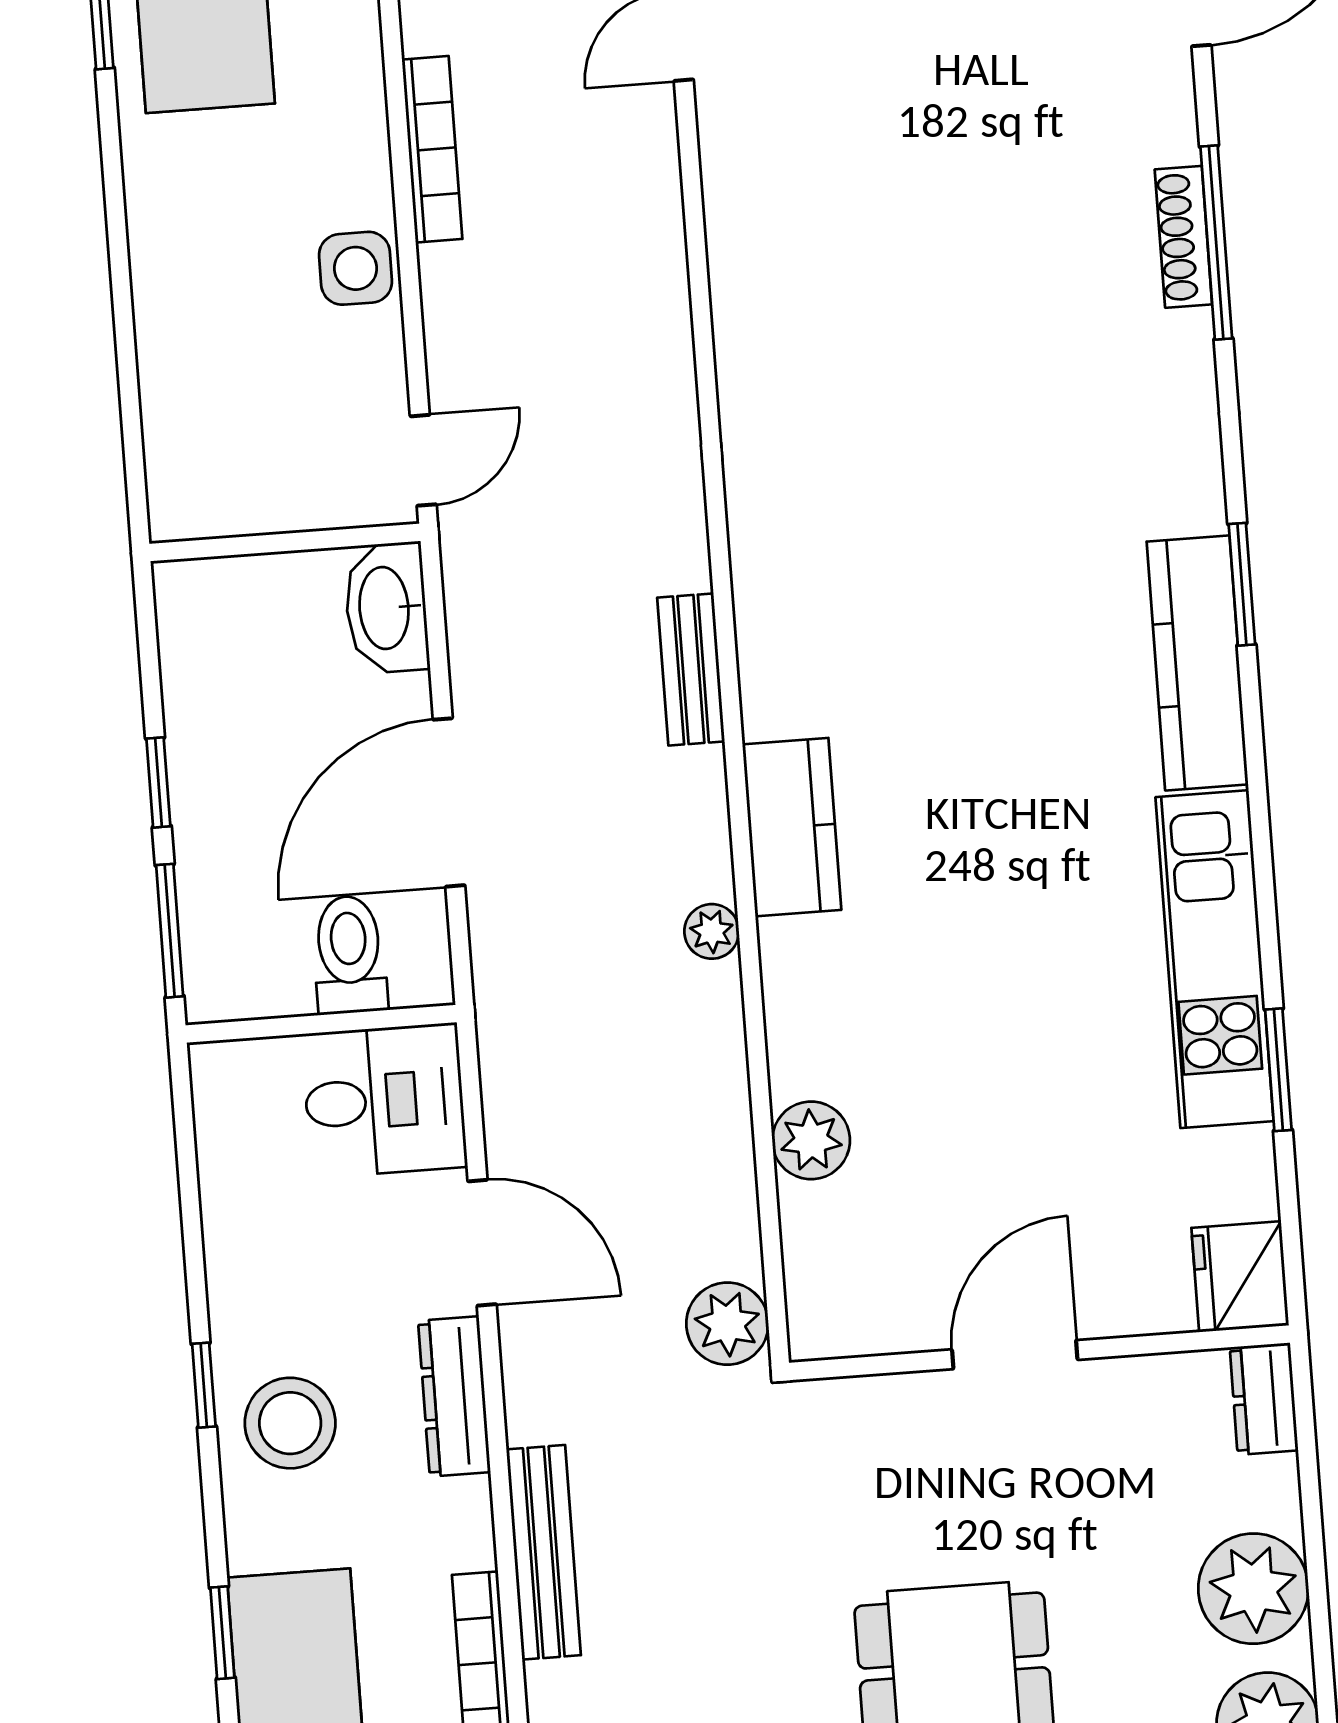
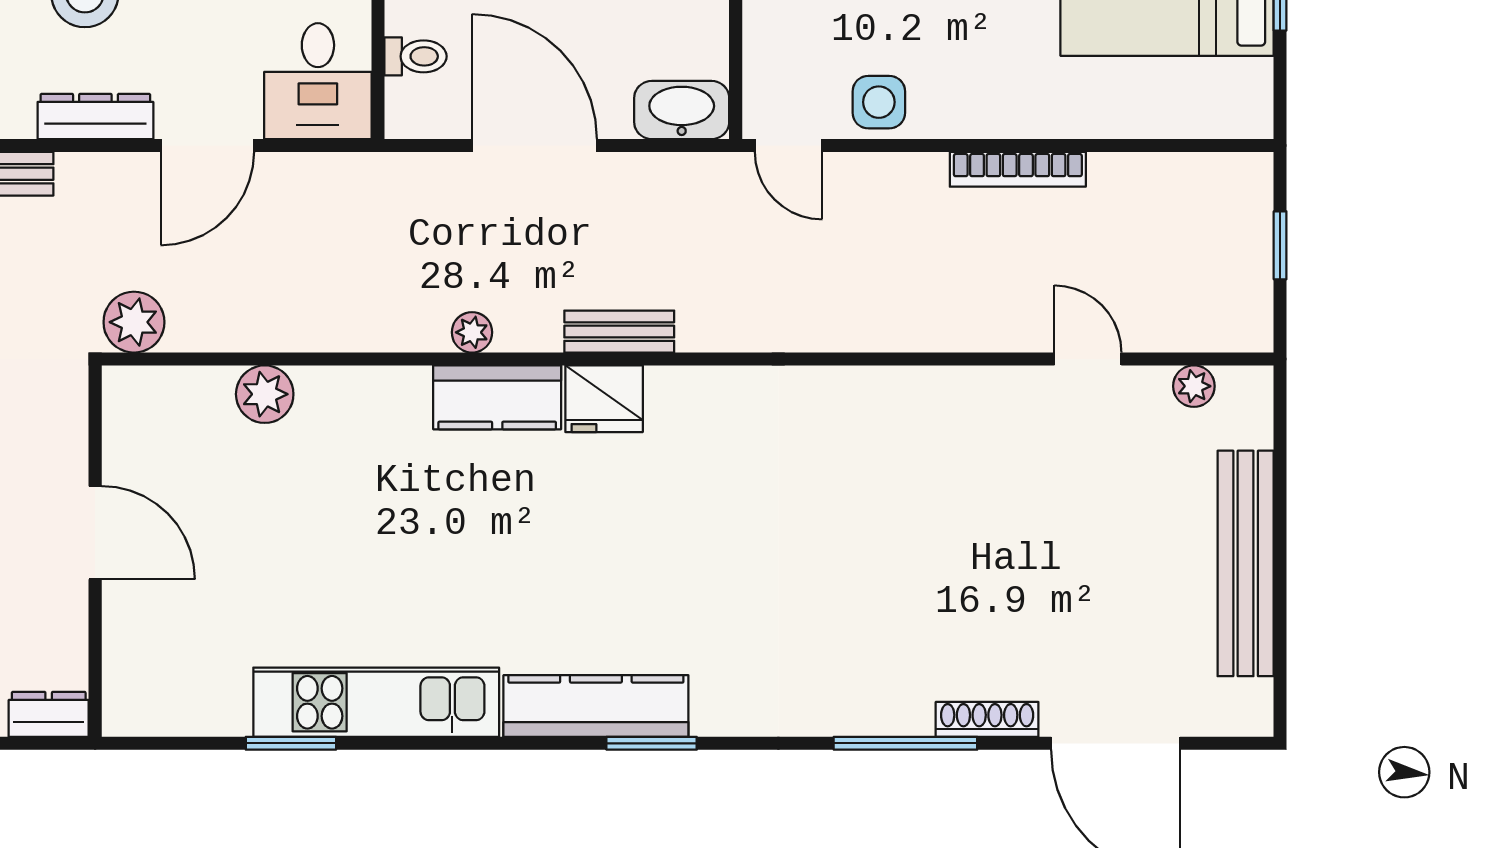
shoe rack: (1183, 237) -> (987, 719), moved
side table: (356, 268) -> (879, 102), moved
plant: (712, 931) -> (472, 332), moved
toilet: (349, 955) -> (416, 56), width x0.73, depth x0.72
fridge: (1240, 1277) -> (604, 399), moved, turned 180

